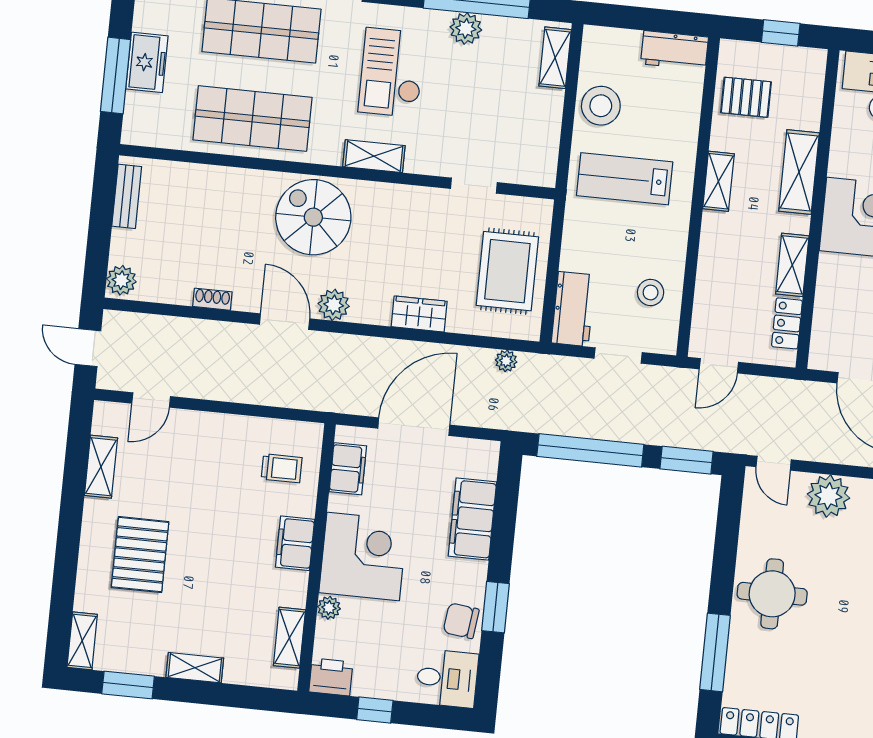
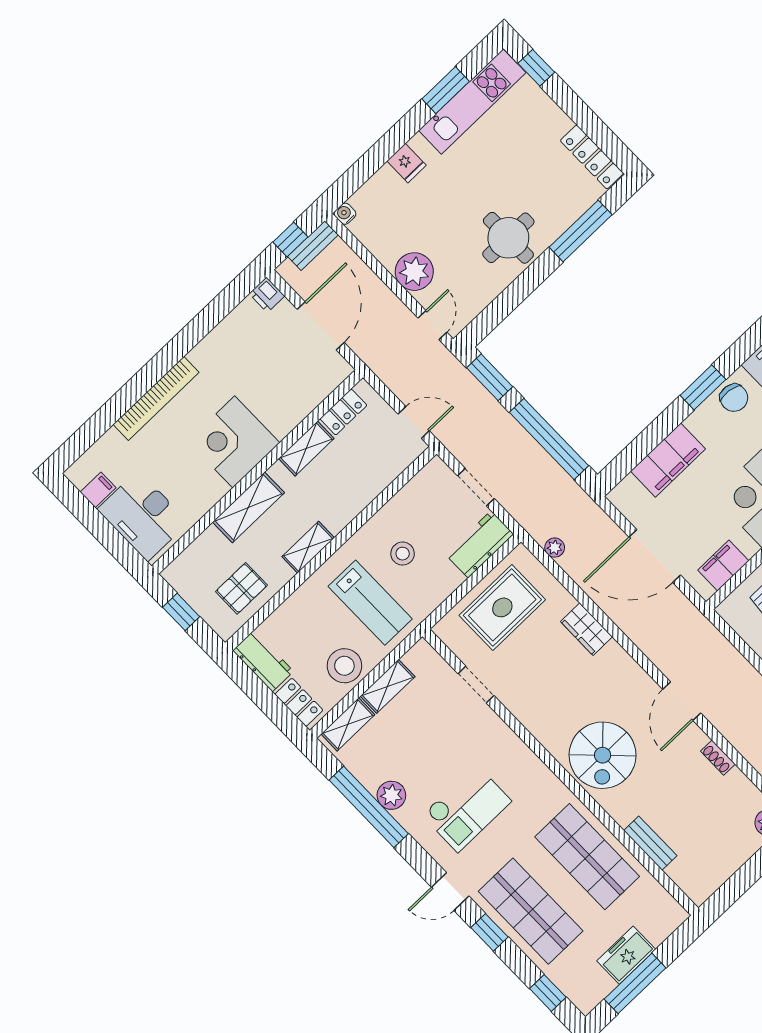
locker: (613, 41) -> (299, 702), added
window: (116, 75) -> (635, 983), moved
pallet: (746, 97) -> (241, 588), turned 90
shelving: (374, 156) -> (388, 686), moved, turned 90
bench: (127, 196) -> (650, 843), moved, turned 90
stool: (651, 292) -> (403, 554), moved
plant: (334, 305) -> (639, 684), removed

